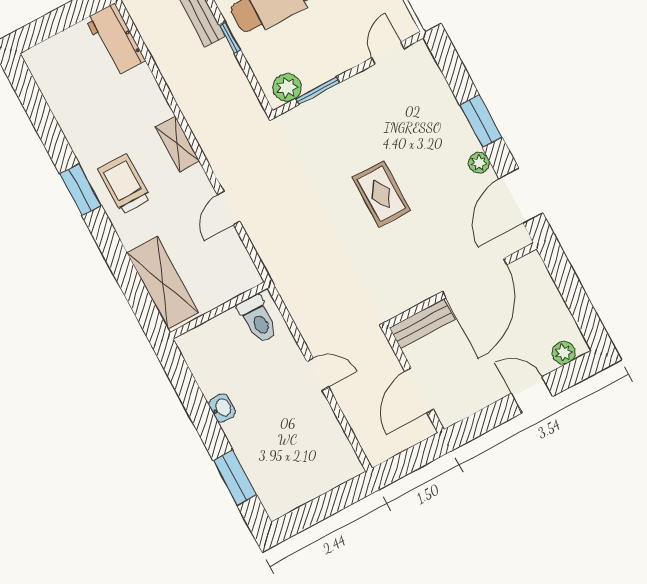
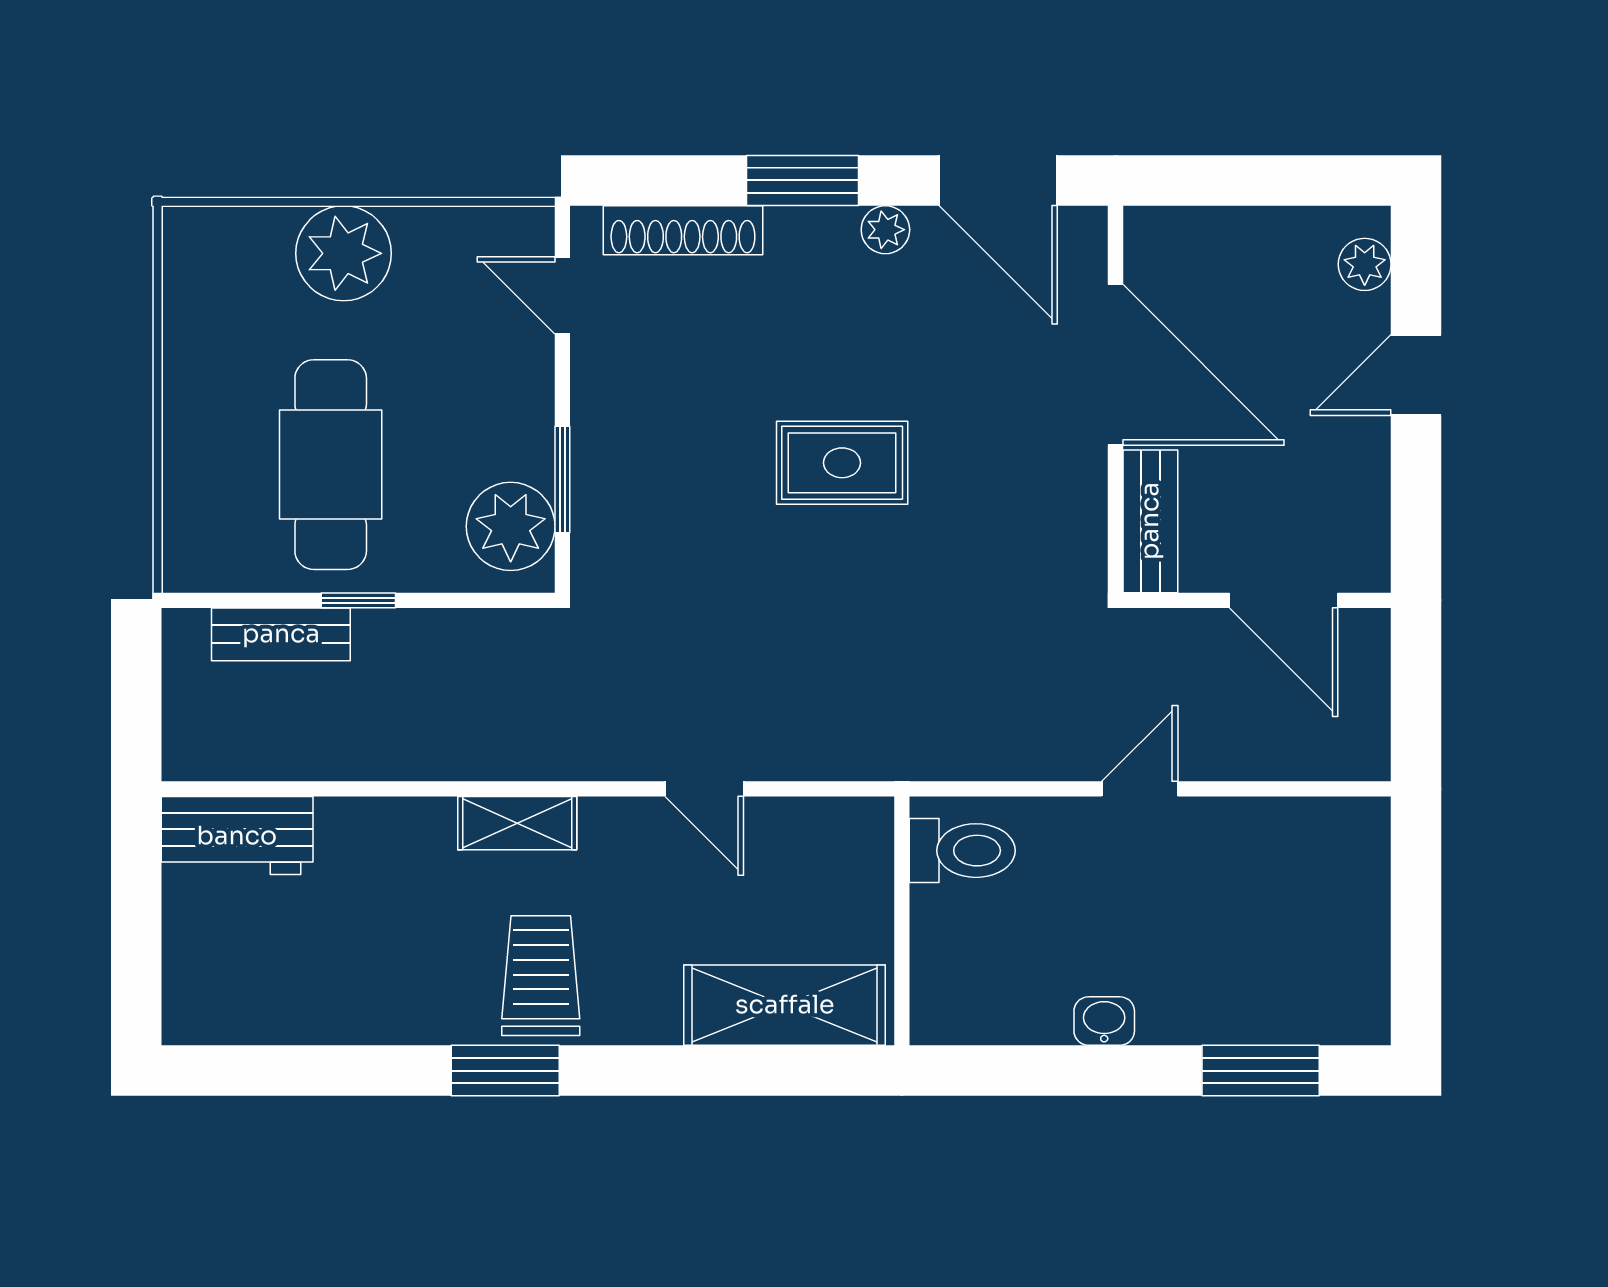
shoe rack: (437, 86) -> (683, 230), added
plant: (287, 87) -> (511, 526), width x1.36, depth x1.36
trolley: (124, 184) -> (541, 976), turned 90

